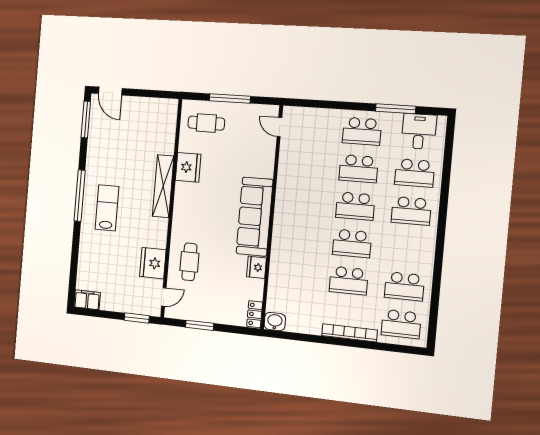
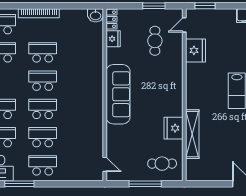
shelving: (163, 186) -> (192, 134), moved
cafe table: (189, 262) -> (155, 41), moved
fridge: (257, 267) -> (113, 39), moved

